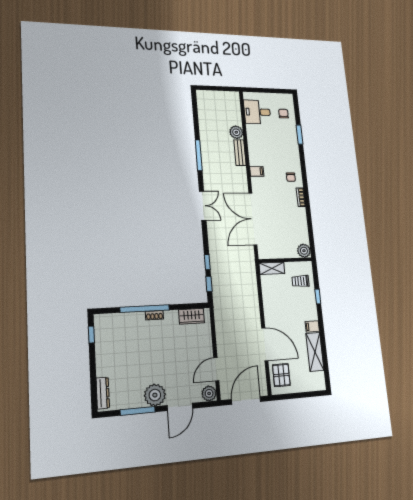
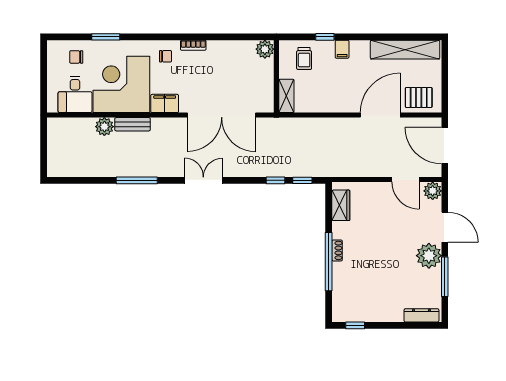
corner desk: (268, 145) -> (121, 84), added
filing cabinet: (257, 171) -> (165, 103), width x2.00
filing cabinet: (312, 326) -> (342, 49), moved
shelving: (315, 352) -> (405, 50), width x1.47

